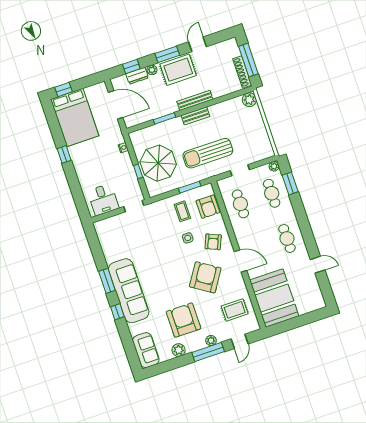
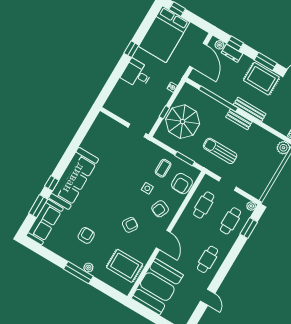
plant: (152, 70) -> (219, 45), moved
window: (164, 118) -> (218, 99), width x2.11
sun lounger: (208, 153) -> (220, 151), width x0.73, depth x0.75
desk: (103, 200) -> (137, 74), moved, turned 90
armchair: (205, 277) -> (130, 225), width x0.53, depth x0.53
window: (107, 281) -> (38, 206), moved
rug: (235, 310) -> (125, 266), width x1.36, depth x1.43
armchair: (183, 320) -> (86, 235), width x0.53, depth x0.53
door: (240, 341) -> (105, 289), removed
sofa: (146, 350) -> (45, 222), width x1.36
plant: (179, 350) -> (62, 250), removed

